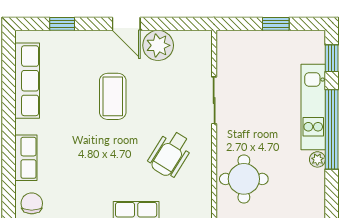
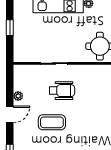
plant: (158, 45) -> (18, 96), width x0.53, depth x0.53
wheelchair: (170, 154) -> (62, 91), moved, turned -32

